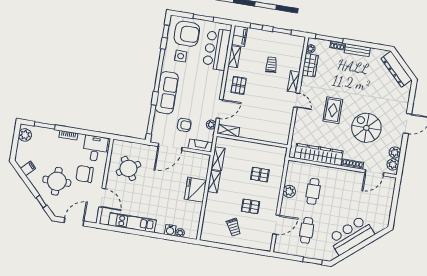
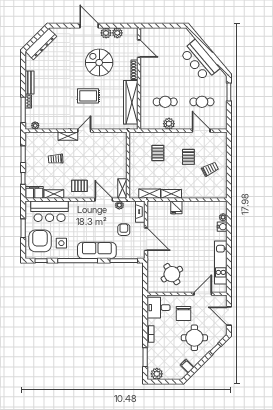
wardrobe: (310, 65) -> (50, 123), removed
spiral stairs: (366, 128) -> (99, 63), turned 90
plant: (393, 164) -> (106, 33), moved
fridge: (195, 190) -> (176, 207), width x0.53, depth x0.75

